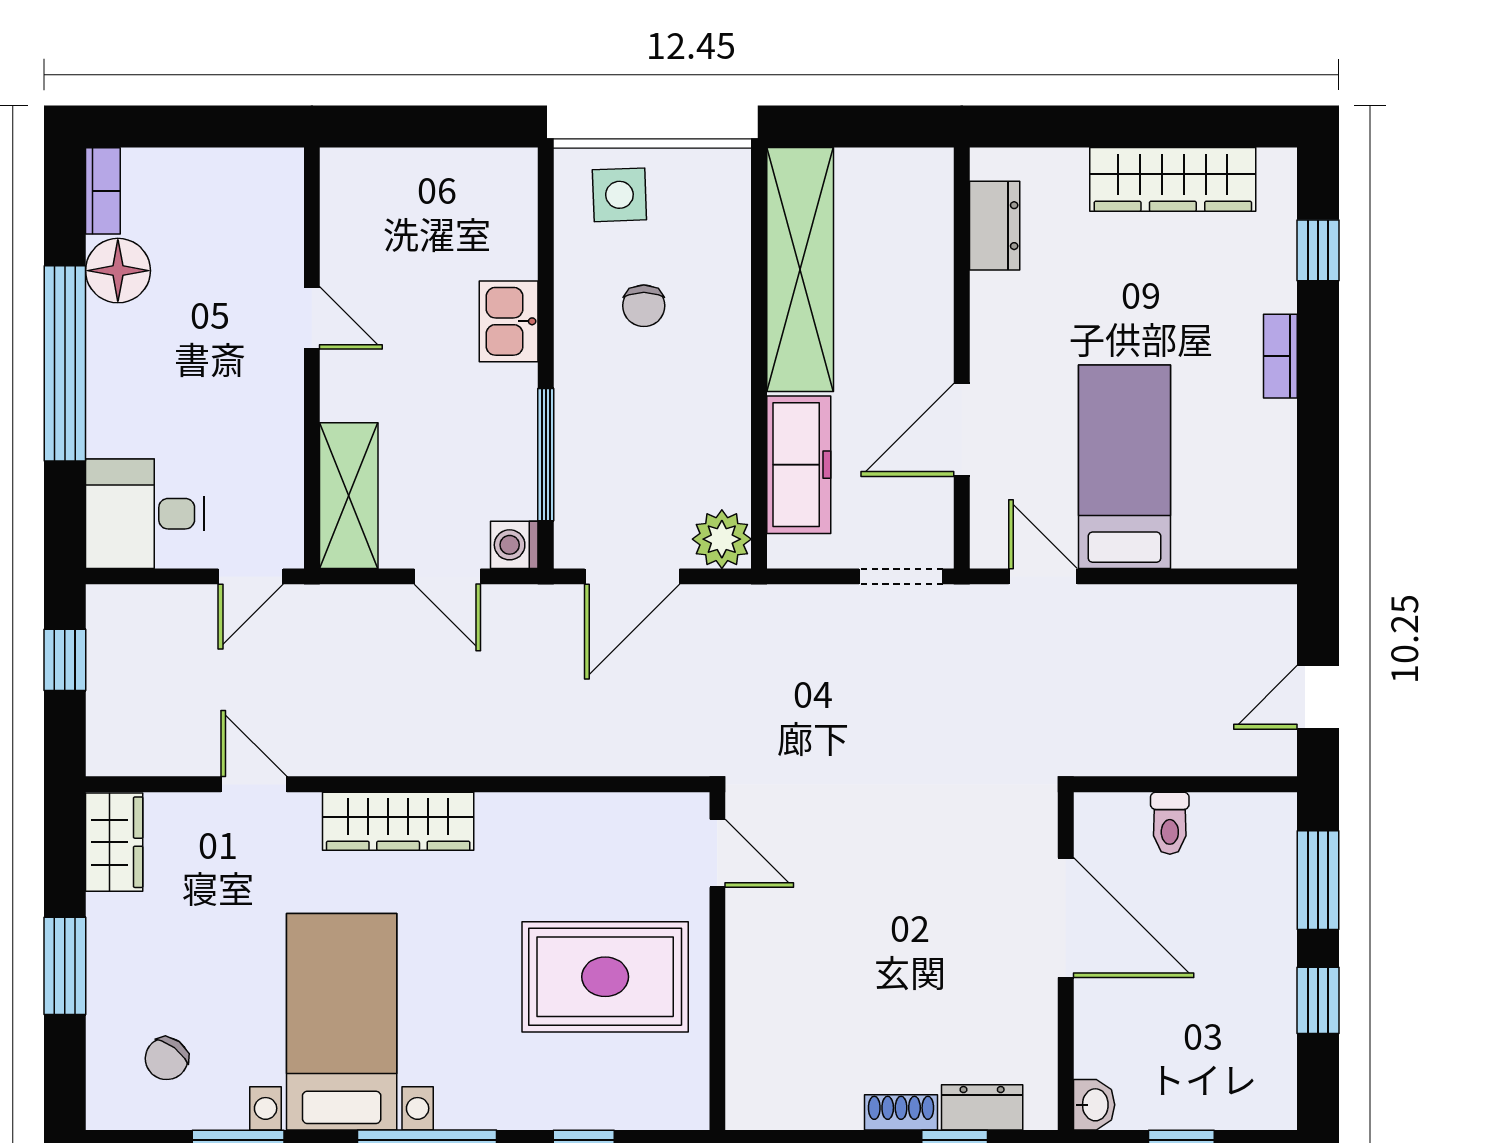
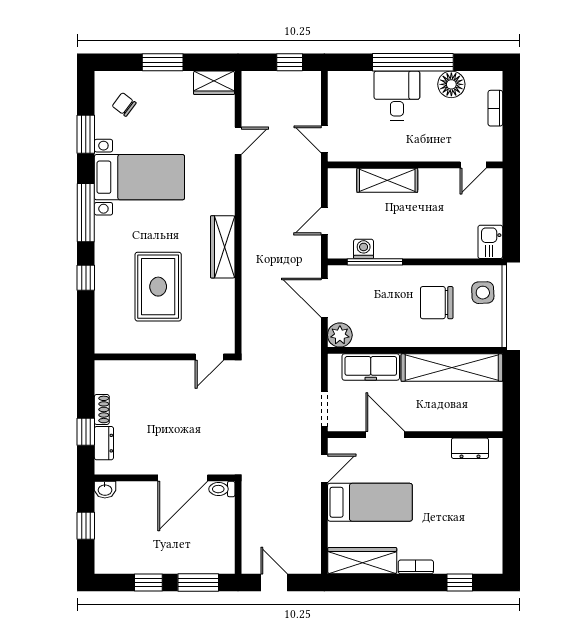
wardrobe: (1173, 179) -> (362, 561), moved, turned 90
bookcase: (103, 191) -> (495, 108), moved, turned 90
chair: (644, 306) -> (437, 303), width x1.87, depth x1.87
door: (312, 318) -> (473, 165), moved
kitchen sink: (509, 321) -> (490, 242), moved, turned -90
shelving: (349, 496) -> (387, 180), moved
desk: (145, 514) -> (397, 95), moved
washing machine: (514, 545) -> (364, 249), moved
wardrobe: (398, 821) -> (223, 247), moved
toilet: (1170, 823) -> (222, 489), moved
door: (717, 853) -> (209, 357), moved
wall: (717, 961) -> (165, 357), moved

